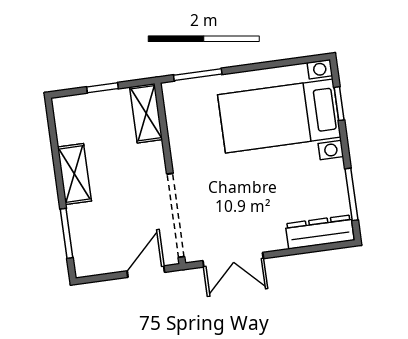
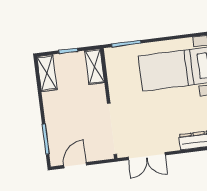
shelving: (74, 174) -> (47, 73), moved
door: (146, 272) -> (75, 165), moved

